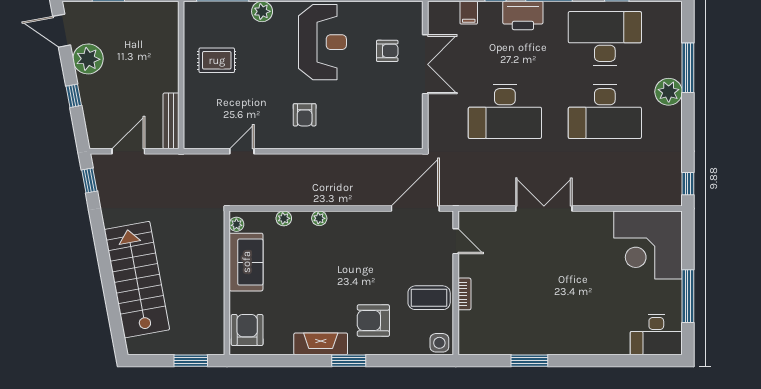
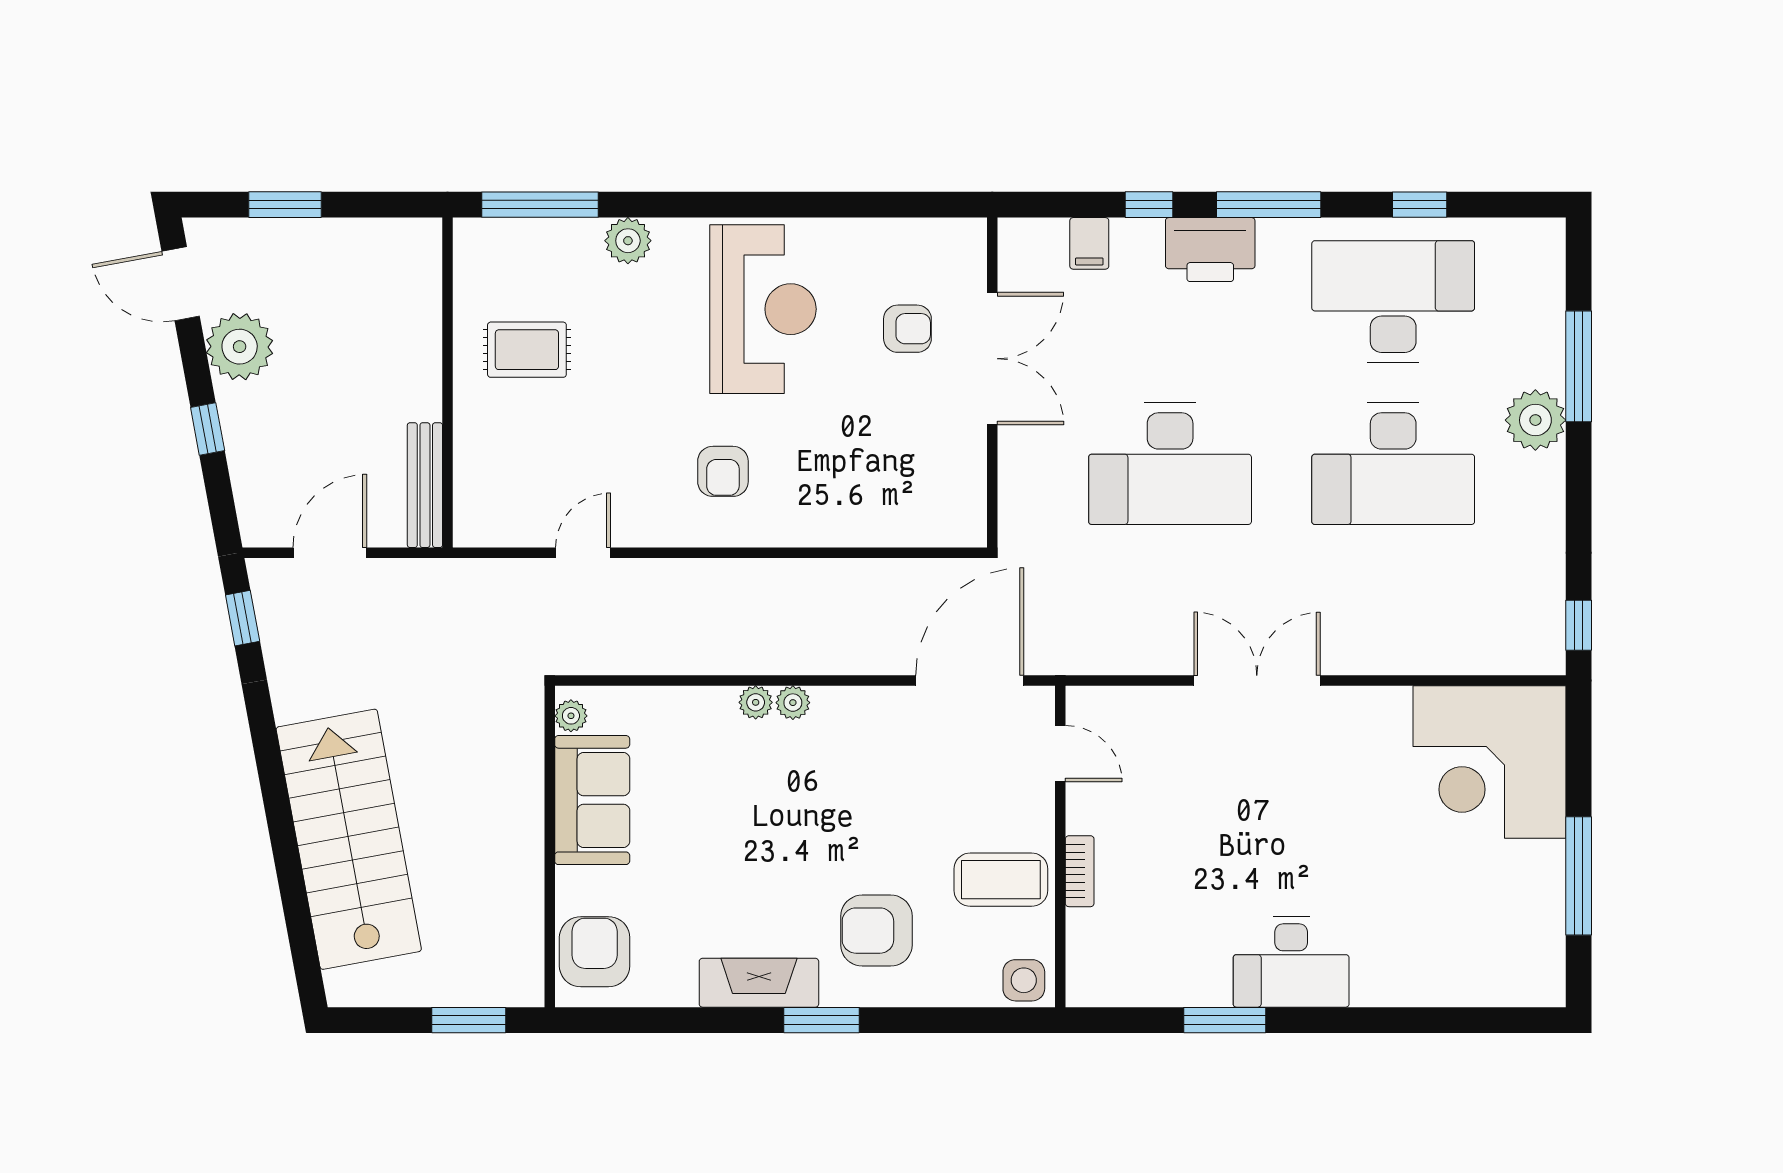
plant: (284, 218) -> (793, 703), moved
desk: (656, 335) -> (1291, 962), moved

